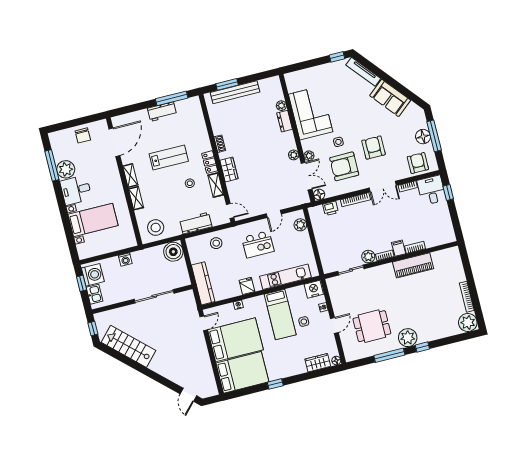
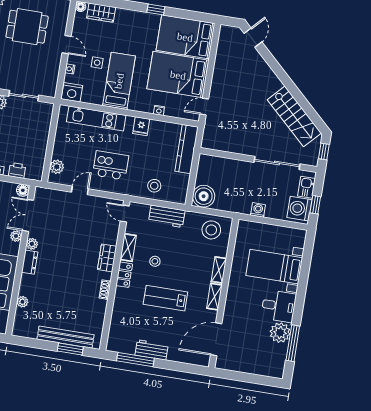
dresser: (285, 121) -> (30, 262), moved
chair: (83, 135) -> (246, 361), removed
sliding door: (154, 296) -> (277, 163), moved
door: (334, 325) -> (67, 45), swing flipped

